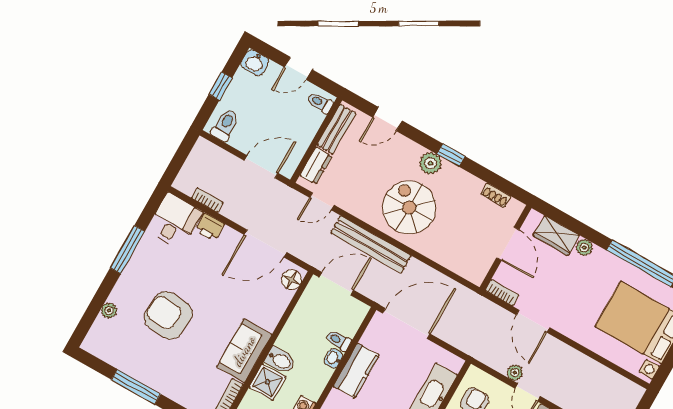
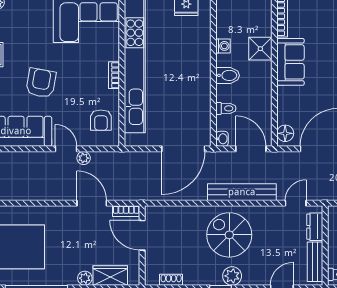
spiral stairs: (409, 207) -> (229, 235), turned 180
door: (508, 244) -> (142, 235), moved
door: (336, 284) -> (251, 149), swing flipped
washbasin: (333, 358) -> (222, 139), moved
bidet: (280, 360) -> (228, 75), moved, turned 180
kitchen counter: (356, 371) -> (200, 94), removed

